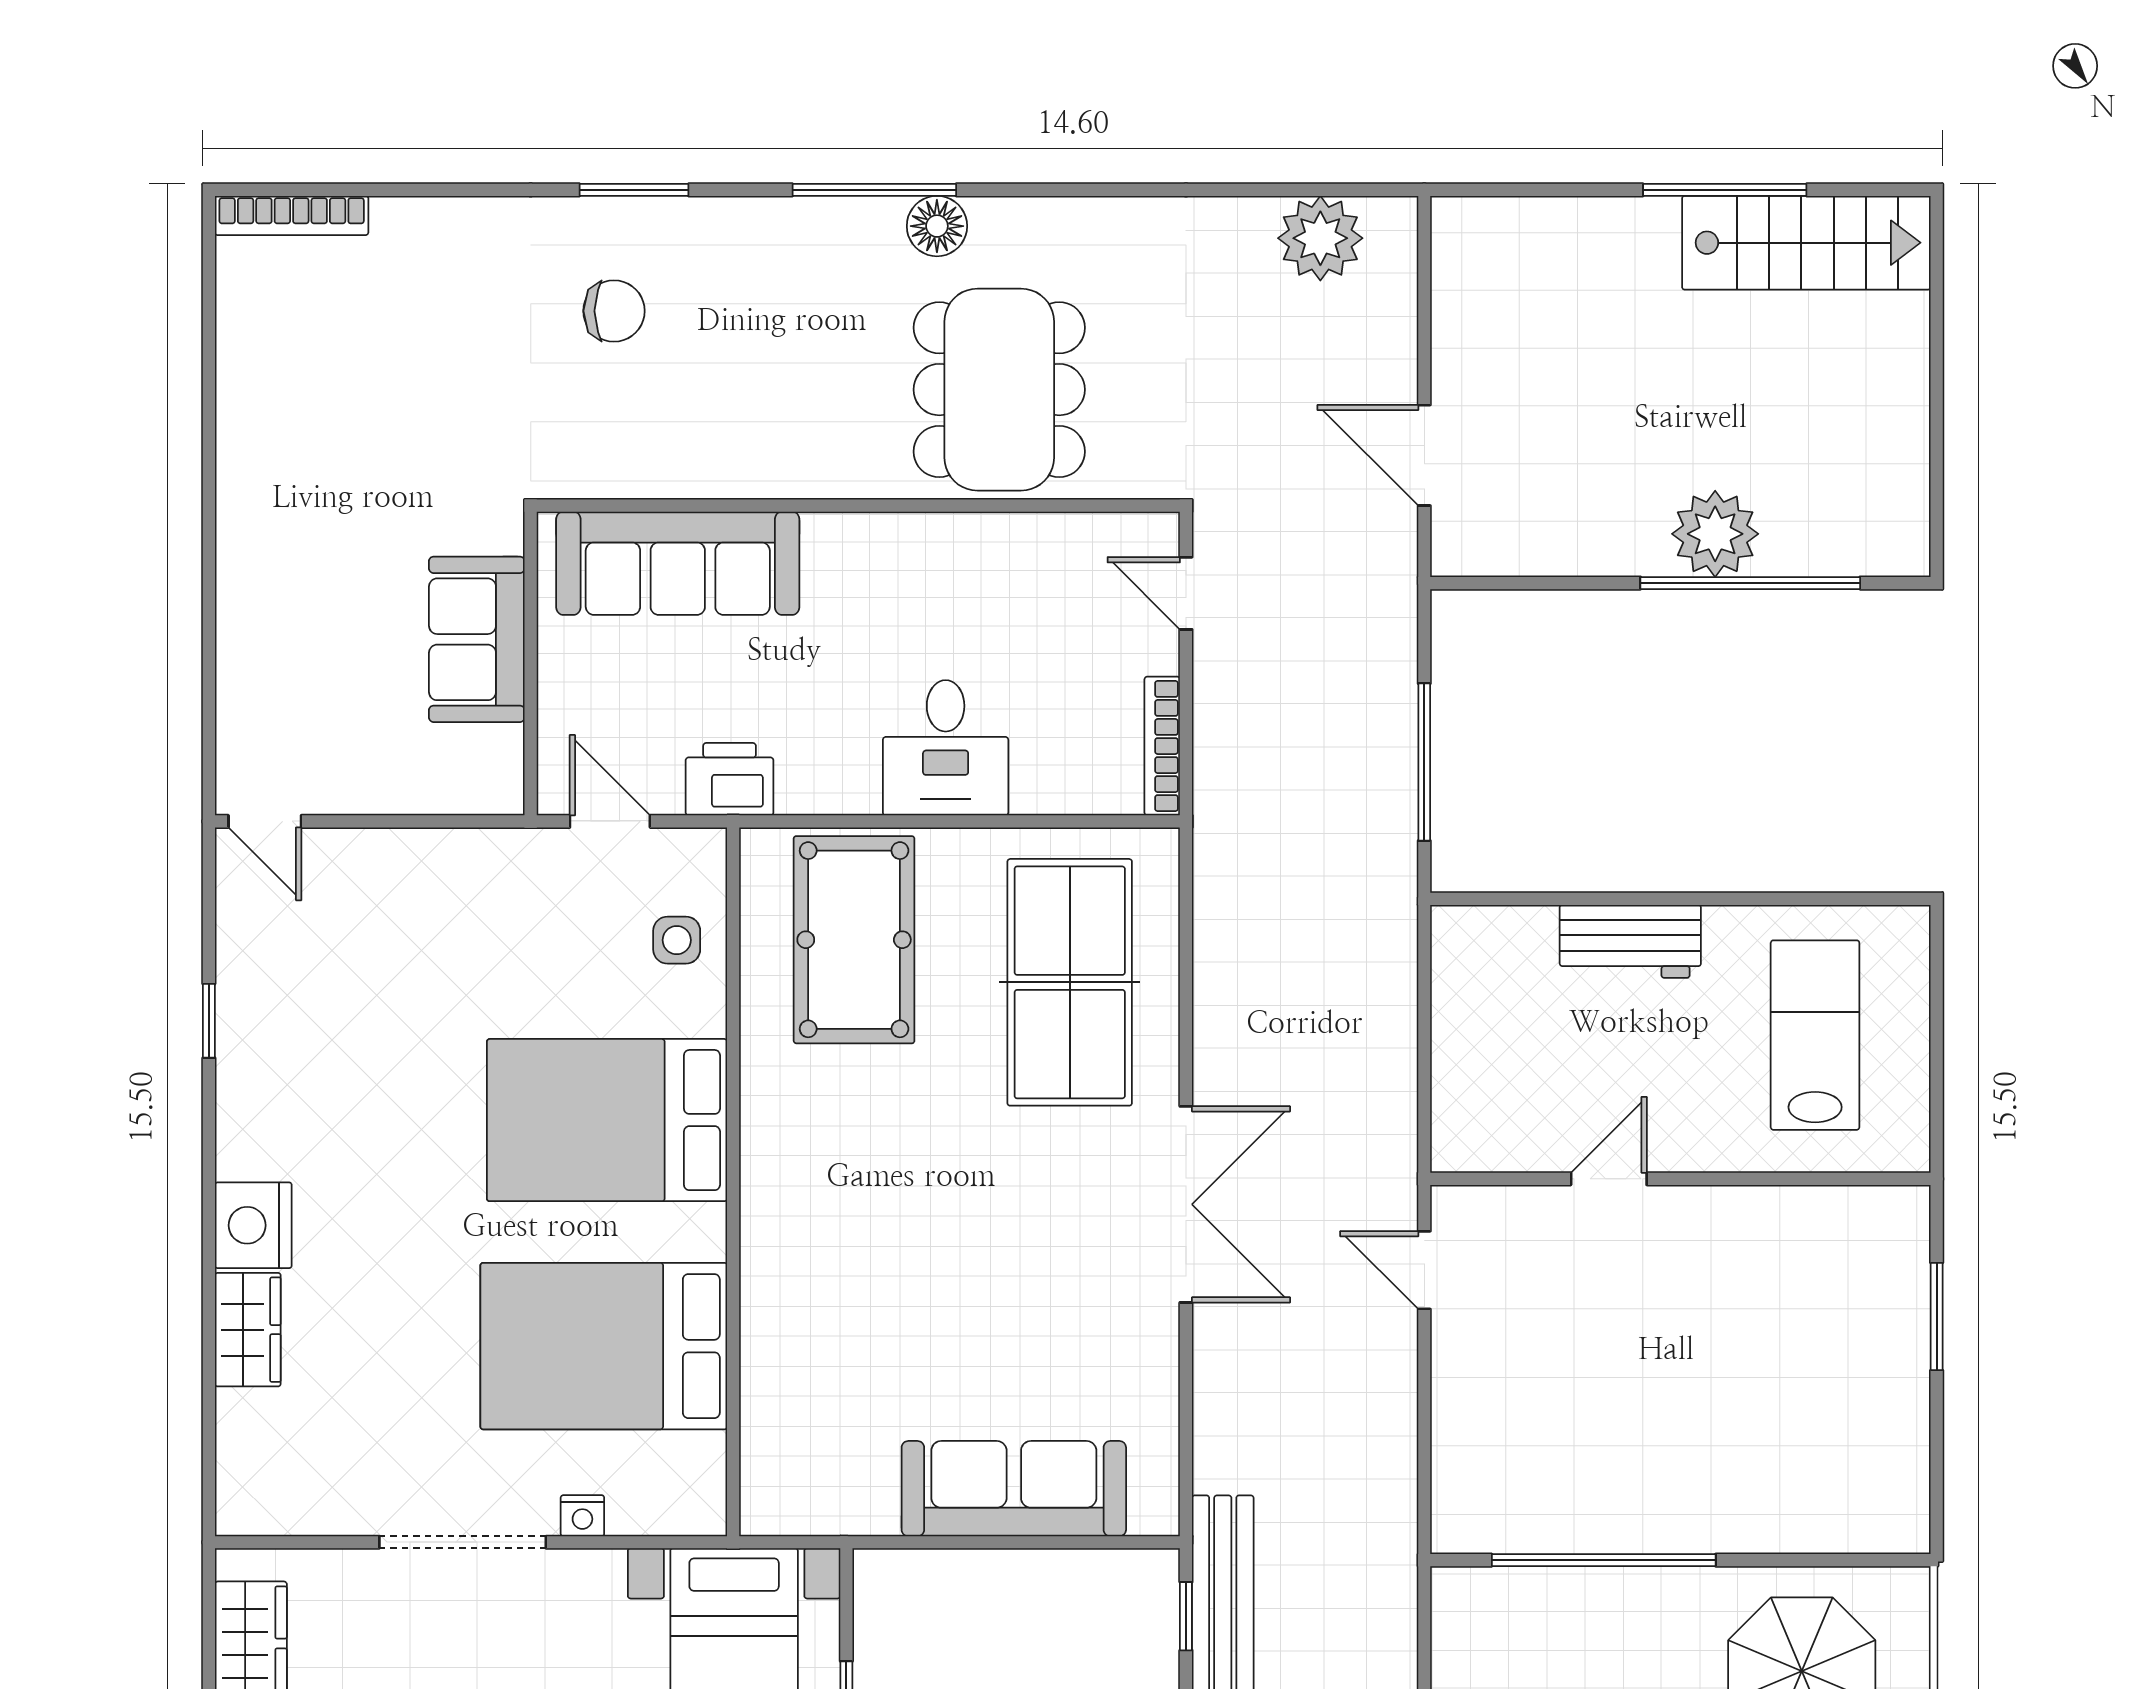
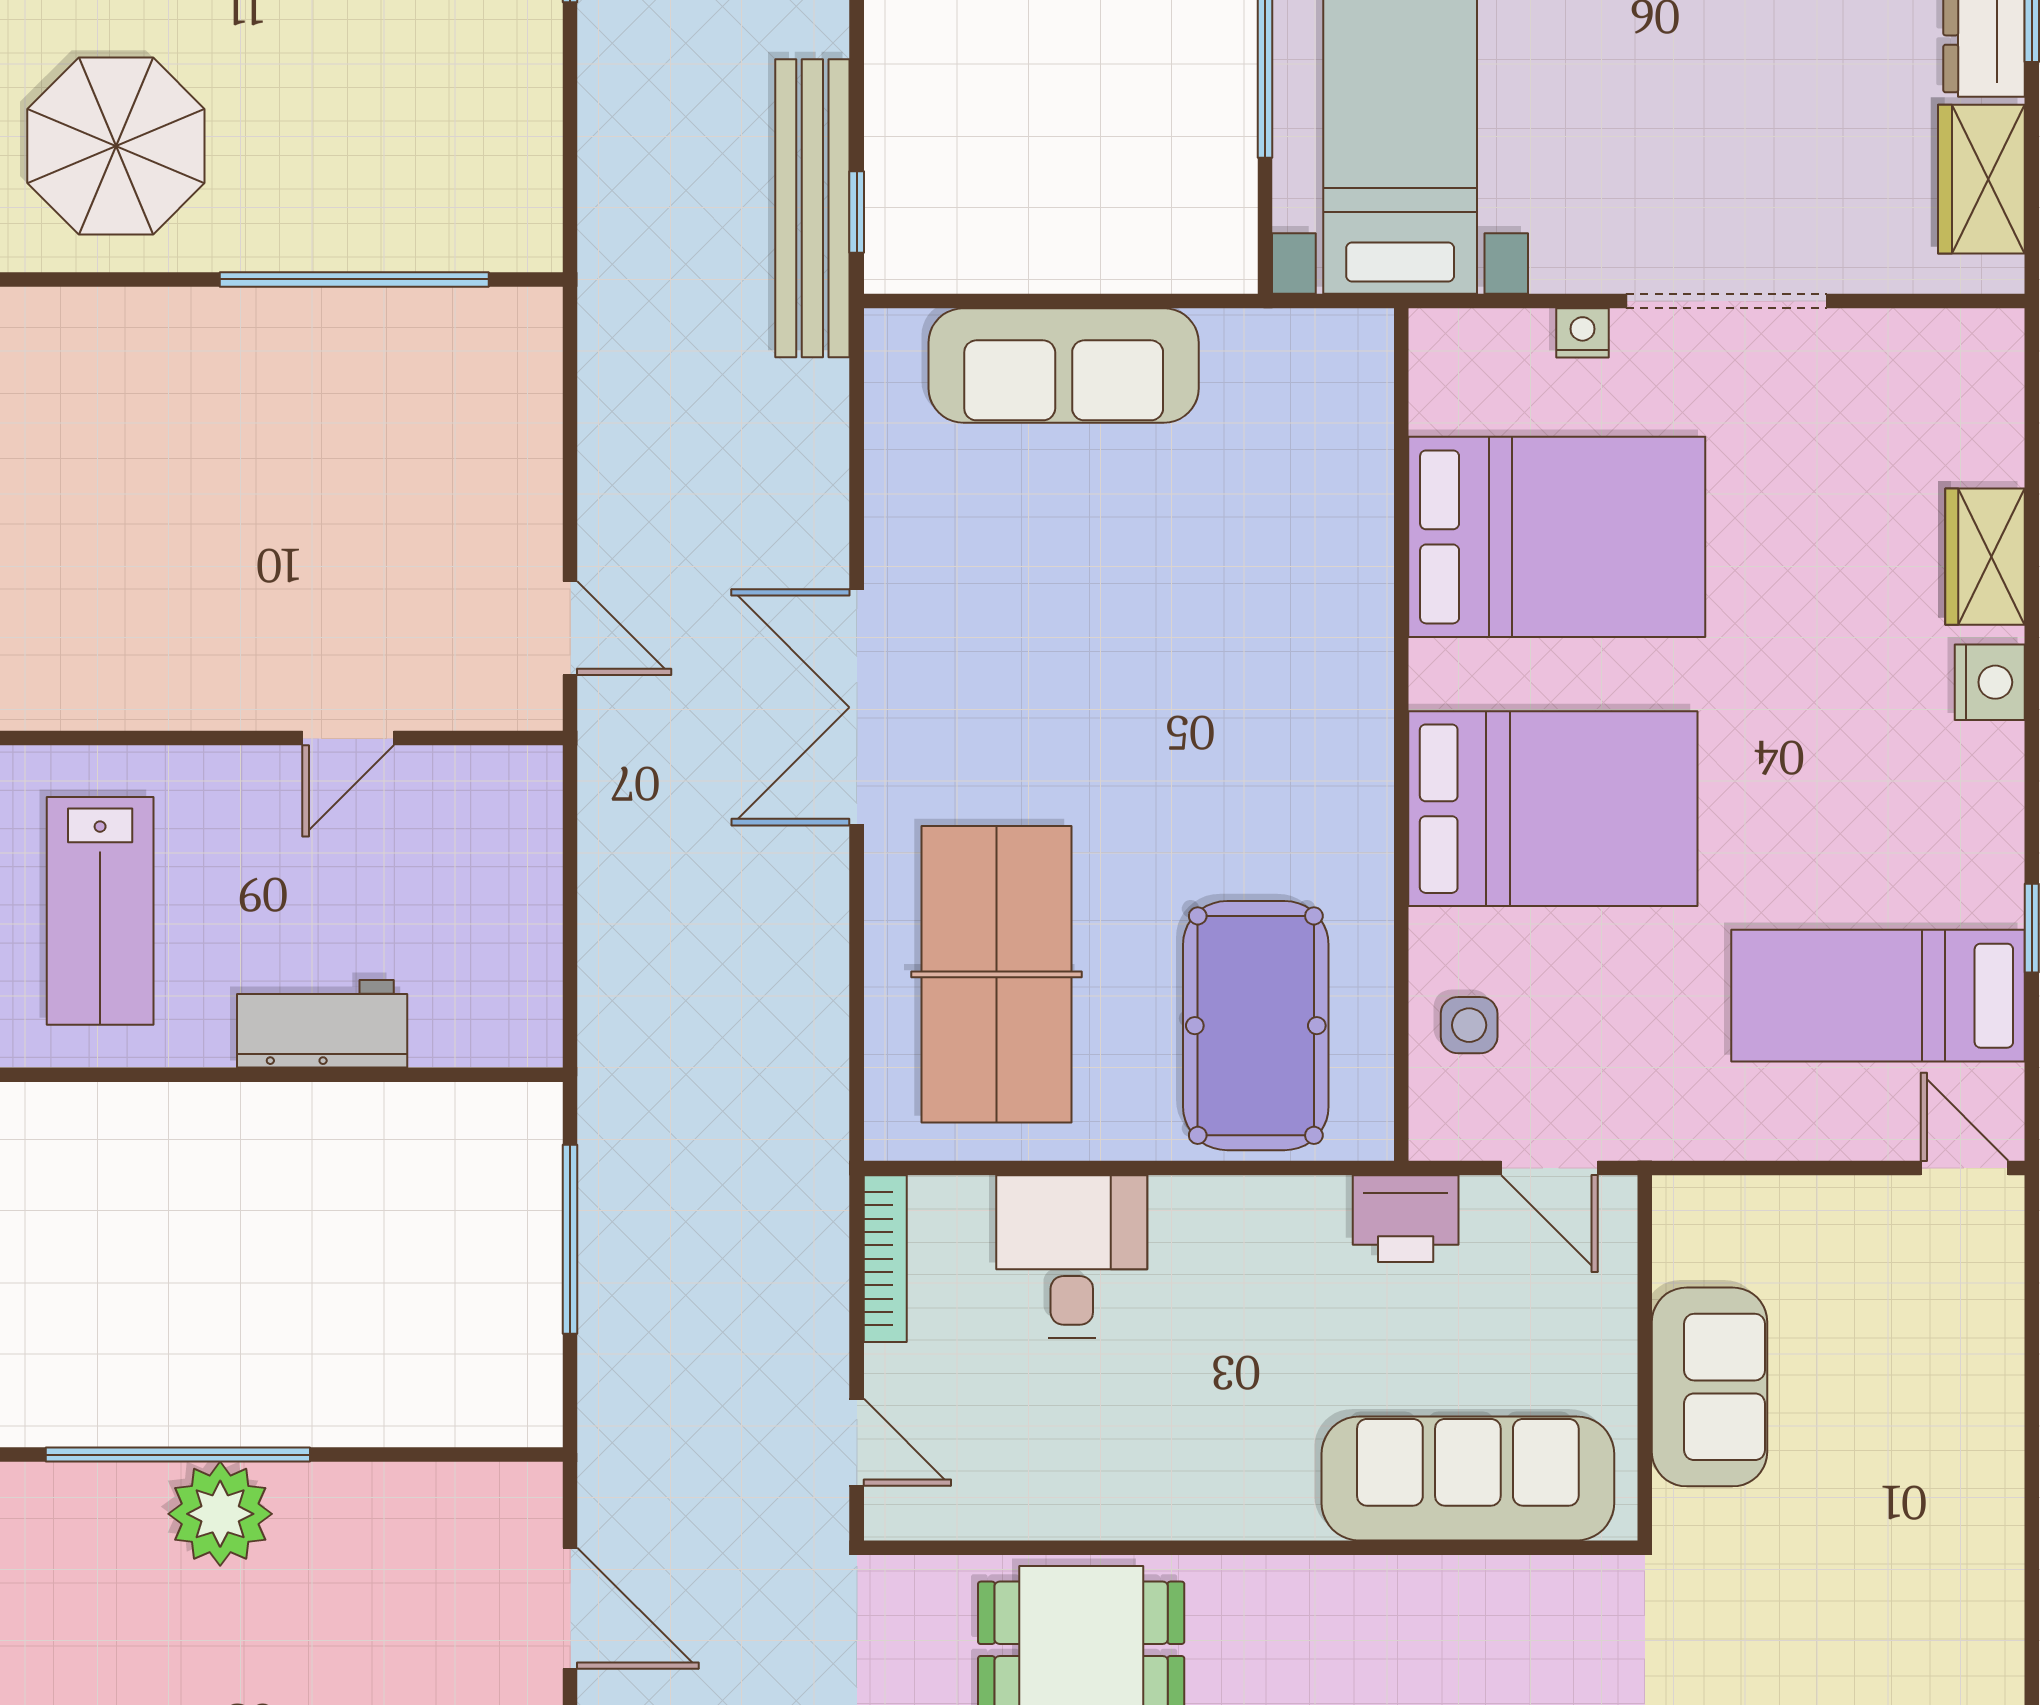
desk: (946, 748) -> (1072, 1256), moved
bed: (337, 965) -> (1878, 996), added
nightstand: (253, 1225) -> (1990, 682), width x0.74, depth x0.75

